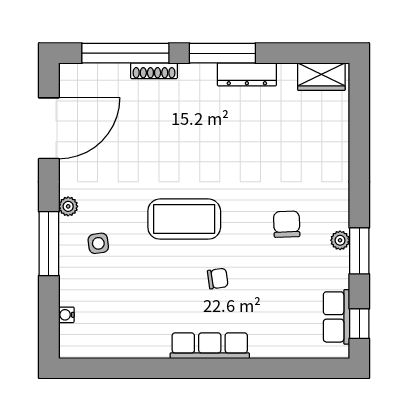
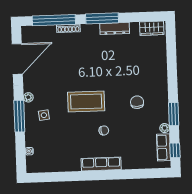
plant: (340, 240) -> (165, 128), moved

